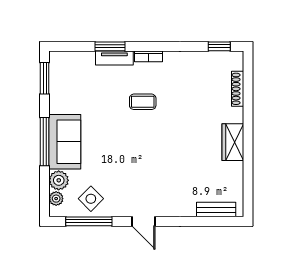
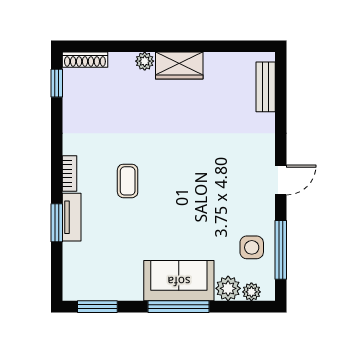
shoe rack: (238, 89) -> (85, 60), moved
plant: (236, 115) -> (145, 61), added
side table: (91, 199) -> (252, 247), turned 45

